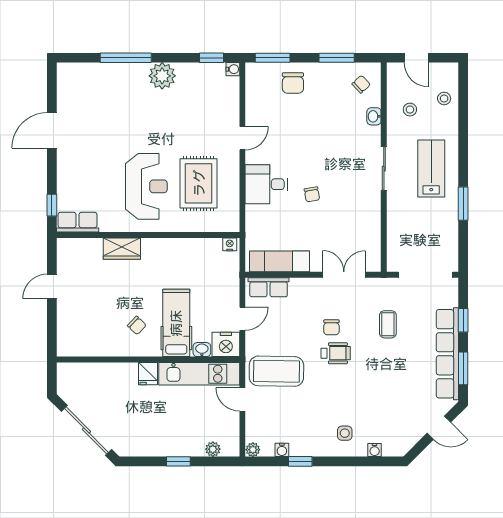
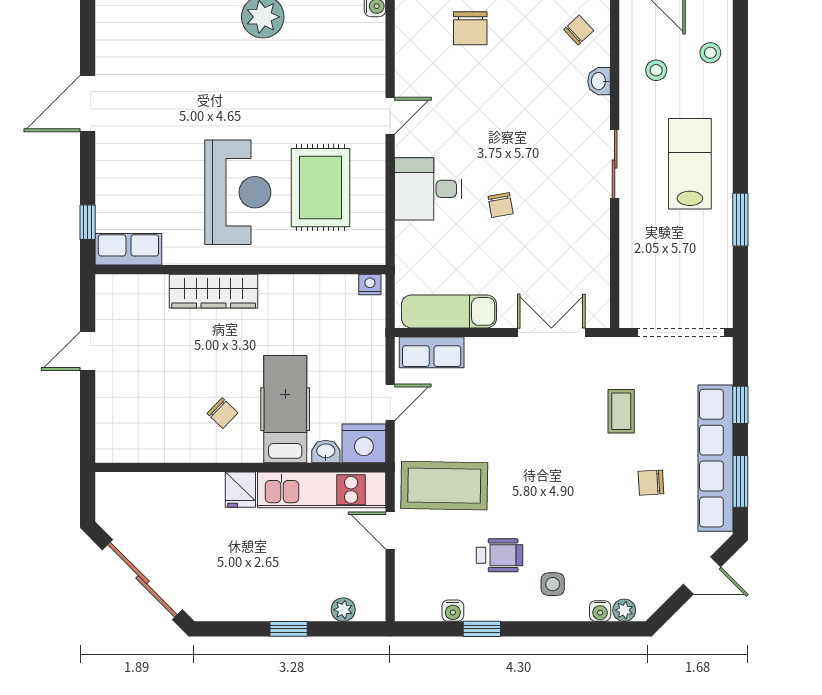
wardrobe: (122, 249) -> (214, 291), width x1.50
chair: (331, 327) -> (651, 483), moved, turned 87
wheelchair: (336, 353) -> (499, 555), moved
plant: (253, 450) -> (624, 610), moved

